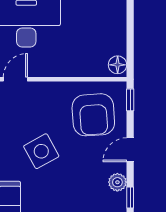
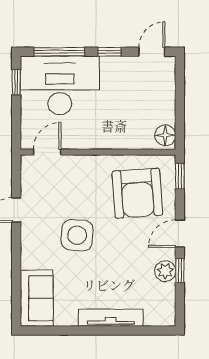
side table: (41, 151) -> (77, 235), turned 33
window: (130, 197) -> (180, 271), moved

